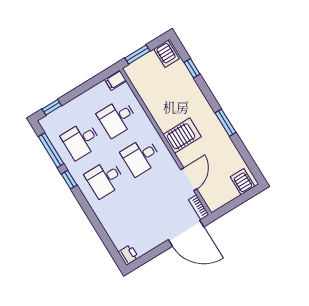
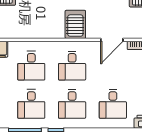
door: (189, 179) -> (112, 40), swing flipped
desk: (129, 217) -> (113, 104), added

